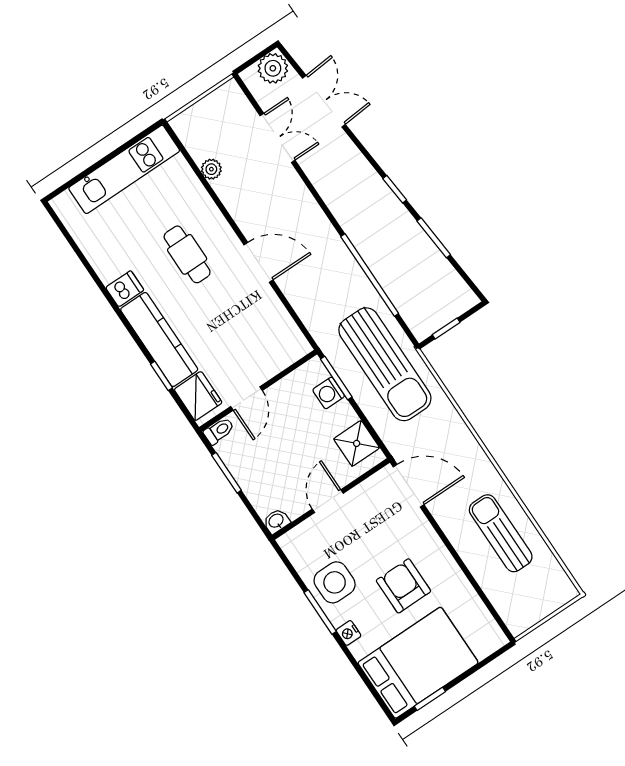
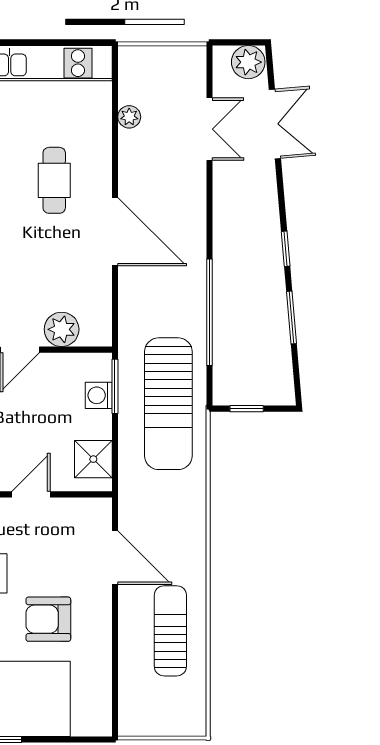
door: (258, 262) -> (115, 232), width x1.36
plant: (268, 362) -> (62, 329), added
door: (409, 486) -> (115, 558), moved
armchair: (403, 586) -> (48, 619), turned -90

